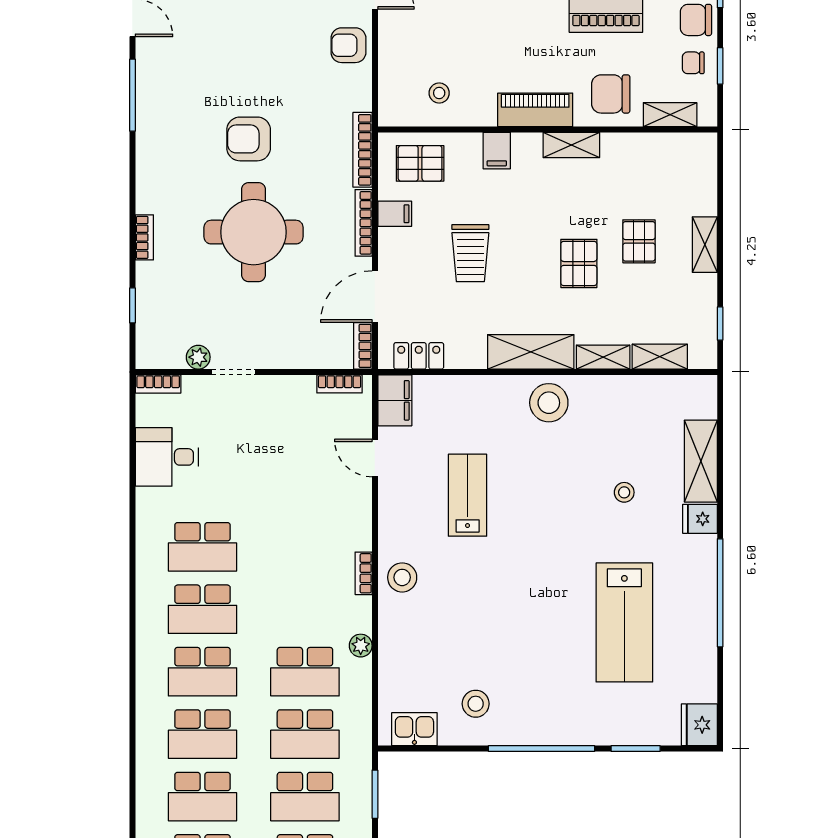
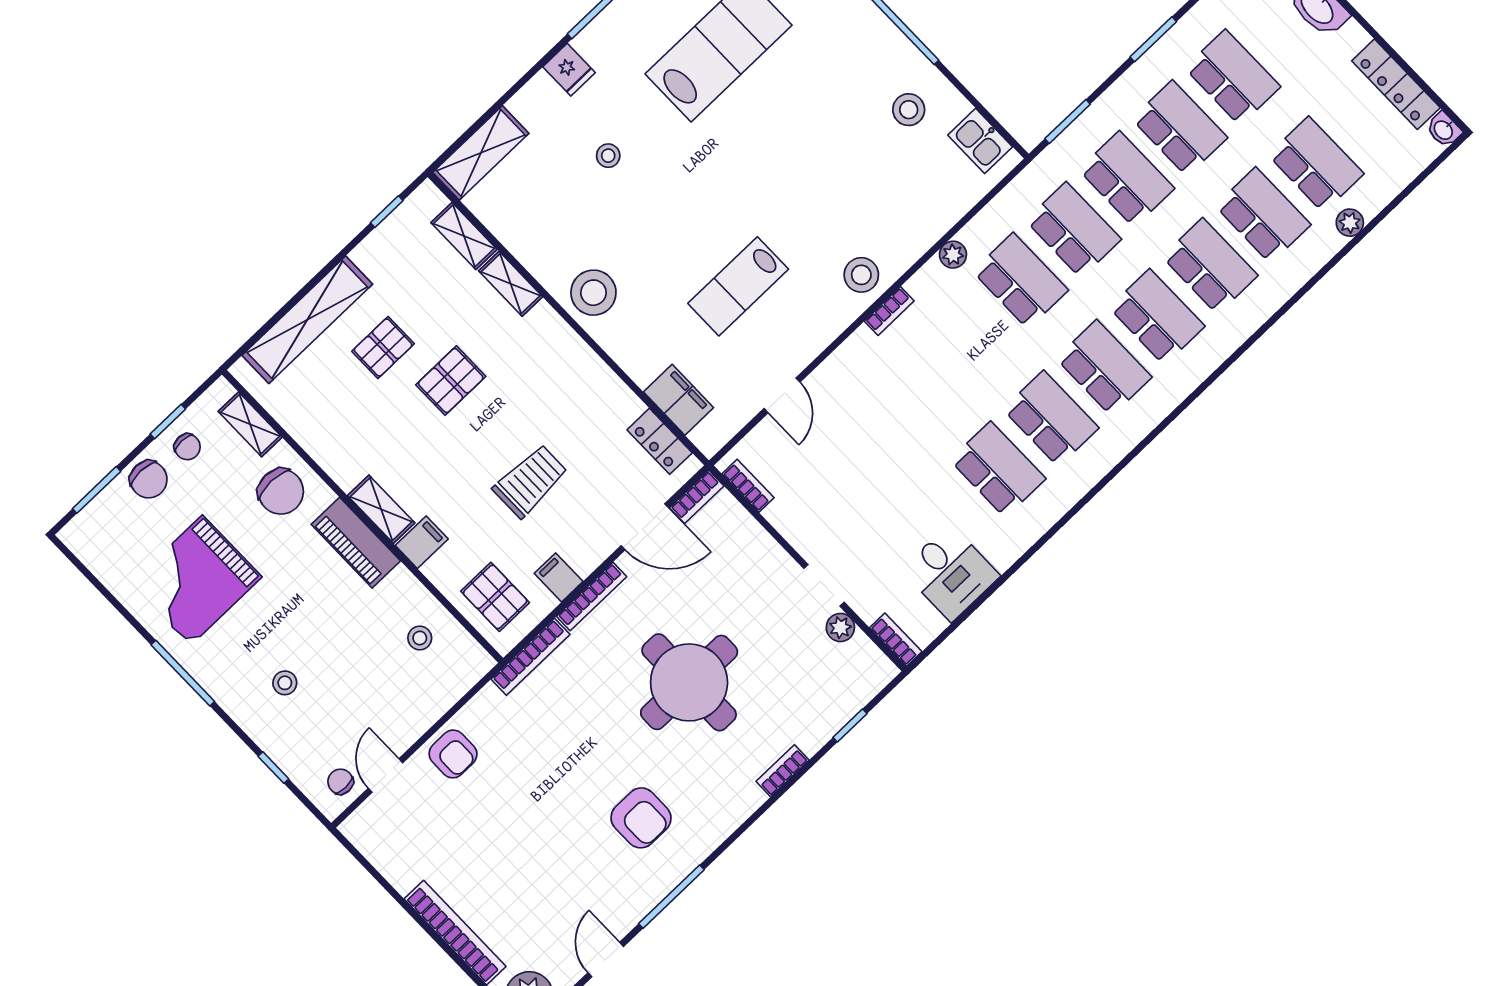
armchair: (249, 139) -> (641, 818), moved
shelving: (571, 145) -> (381, 509), moved
shelving: (705, 245) -> (307, 320), width x2.20, depth x1.33
shelving: (531, 352) -> (565, 349), removed
filing cabinet: (395, 400) -> (678, 400), moved, turned 90
shelving: (701, 461) -> (481, 153), moved

